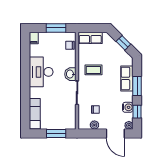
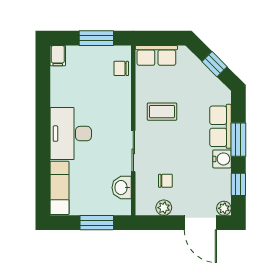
desk: (41, 72) -> (71, 134), moved
washbasin: (70, 74) -> (122, 188), moved
water cooler: (128, 107) -> (222, 159), moved

